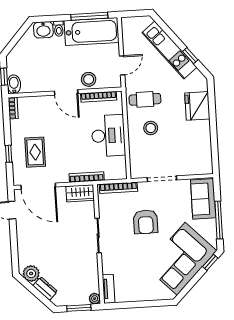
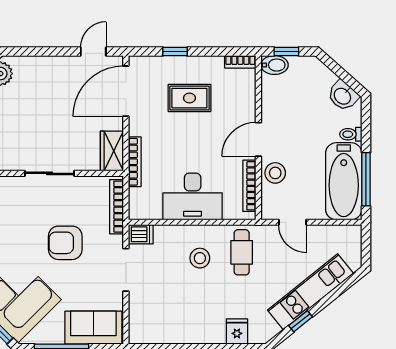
washbasin: (43, 30) -> (343, 96), moved, turned -48
fridge: (197, 106) -> (237, 331), width x0.53, depth x0.75
rug: (35, 152) -> (189, 98), moved
dishwasher: (137, 170) -> (141, 234), added

